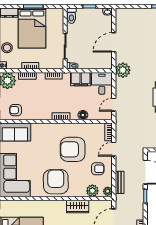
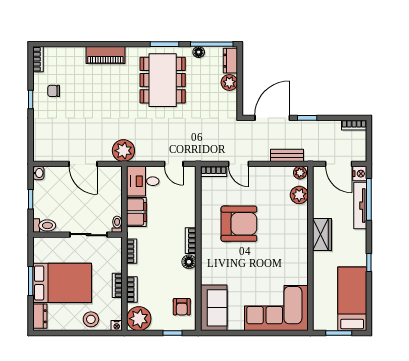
floor lamp: (83, 115) -> (189, 262), moved
armchair: (73, 149) -> (239, 224), turned -90
armchair: (98, 169) -> (267, 187), removed
armchair: (56, 182) -> (286, 248), removed
wardrobe: (78, 206) -> (322, 234), moved

